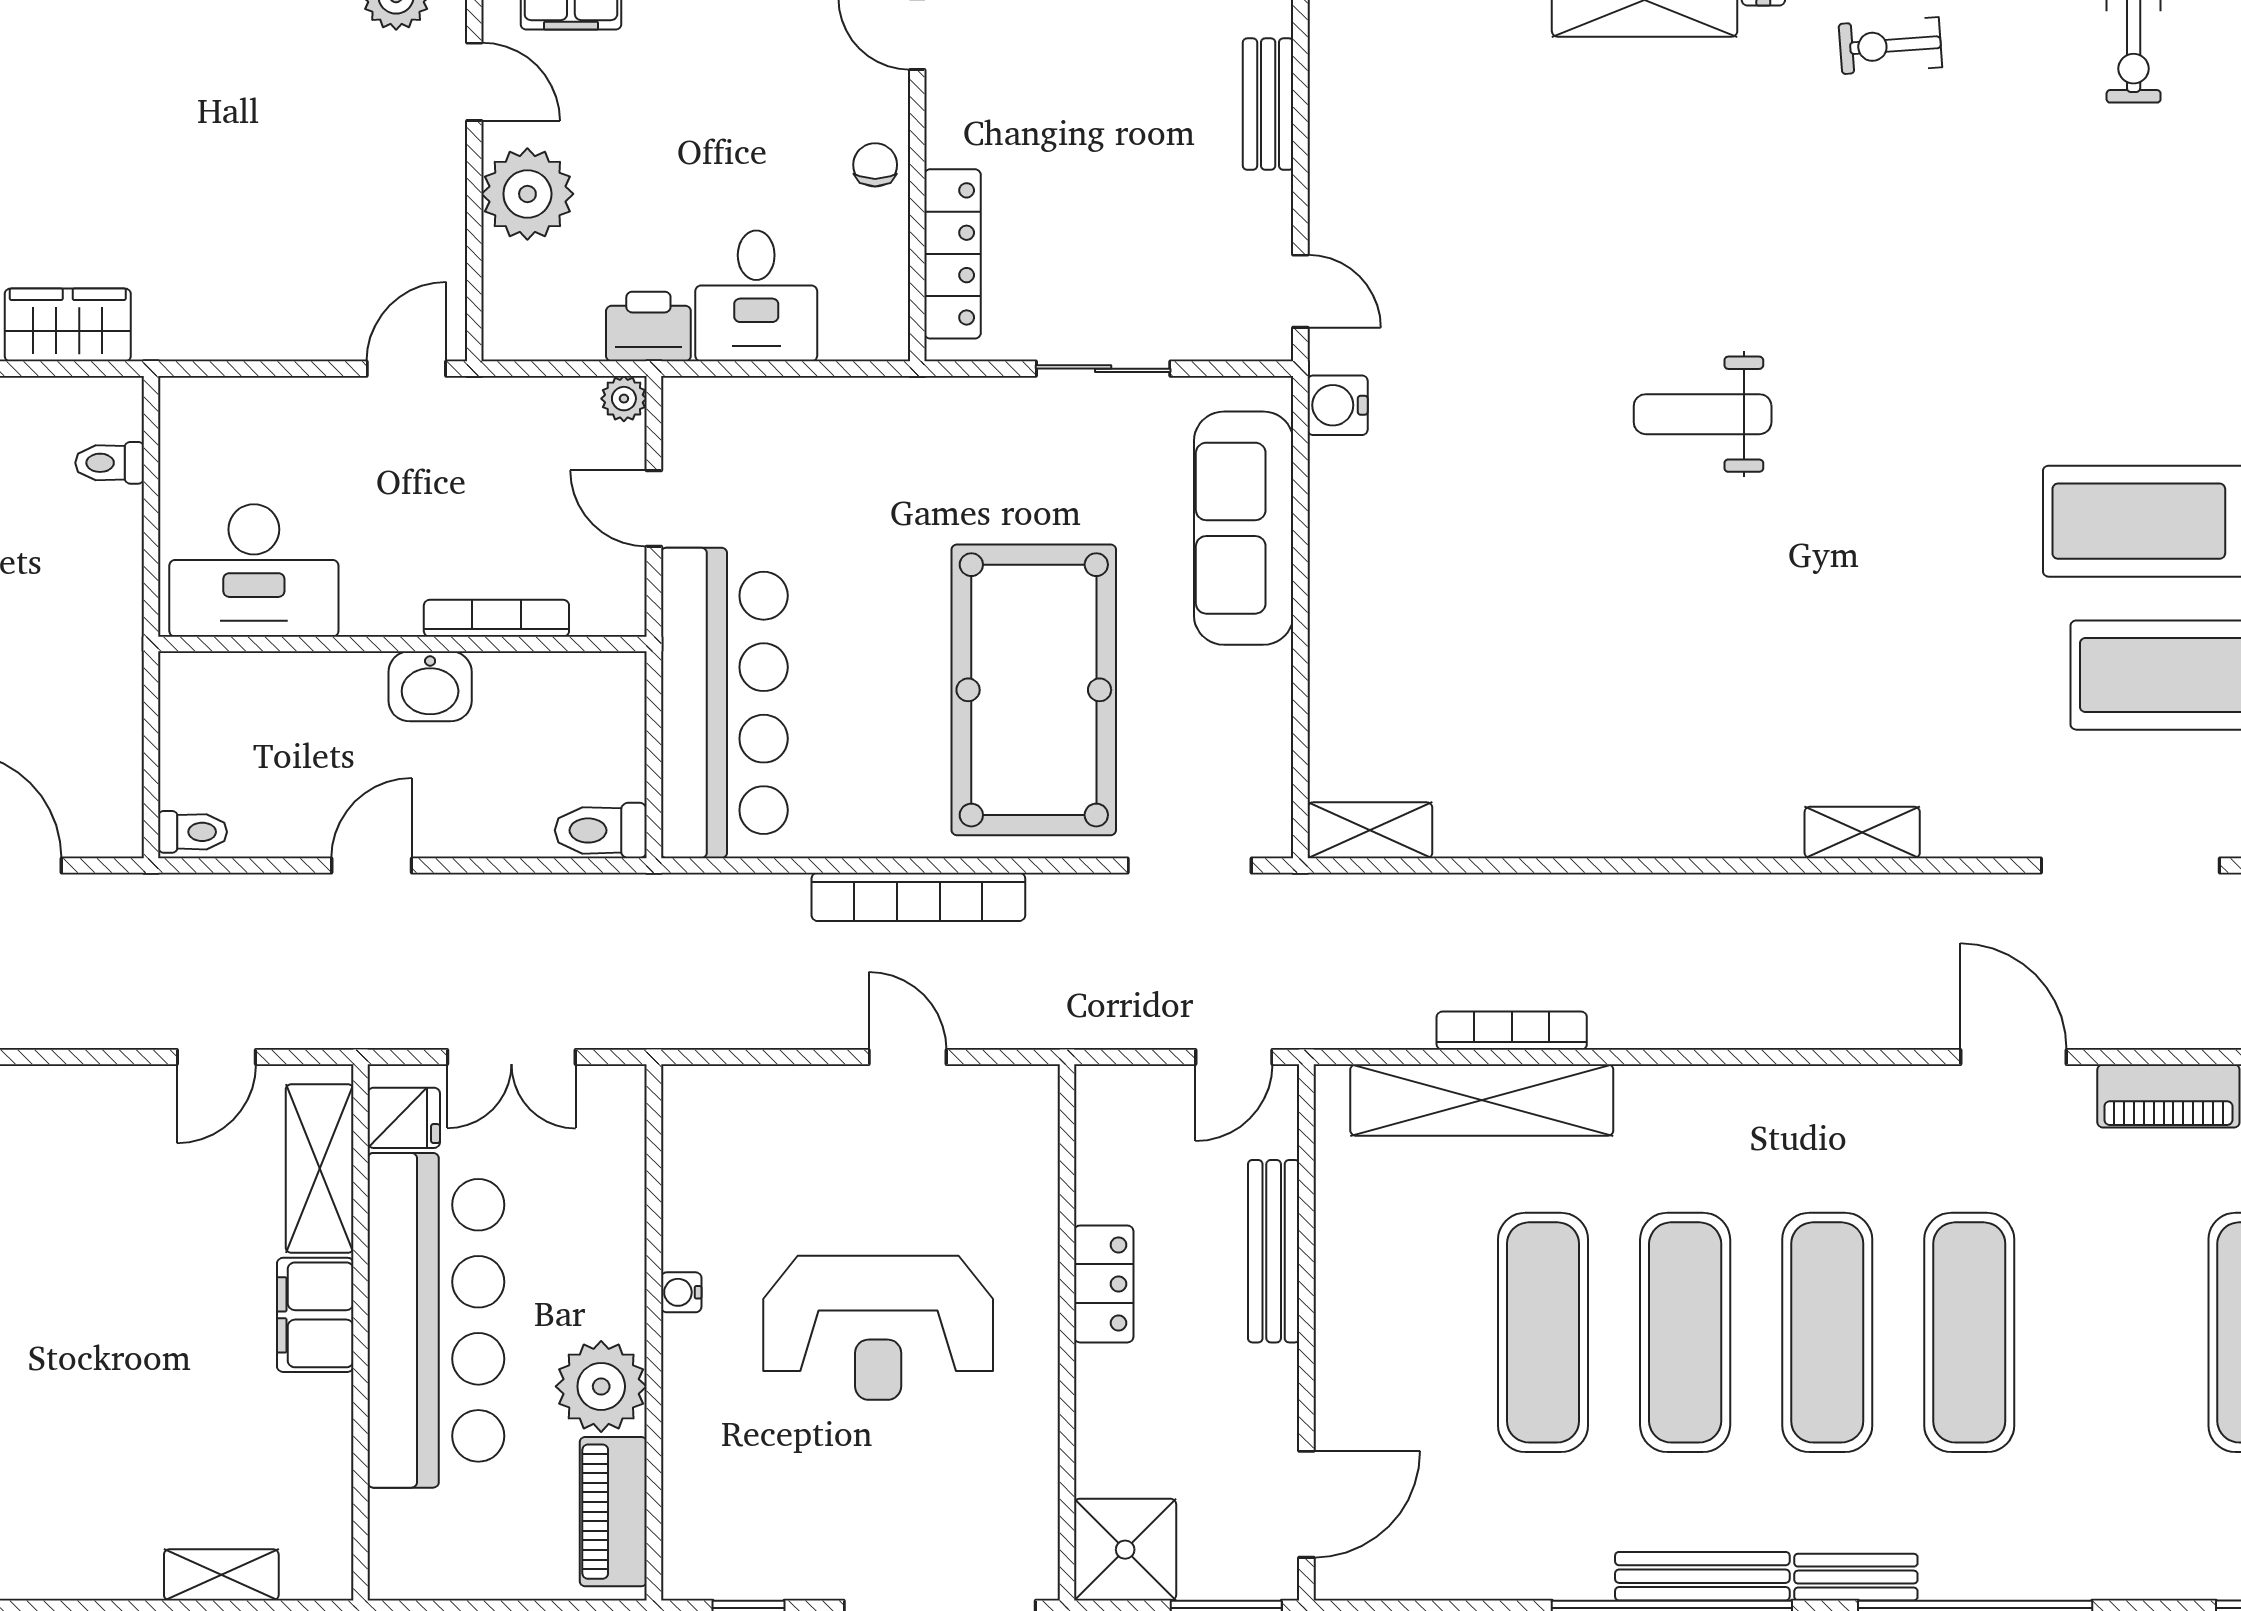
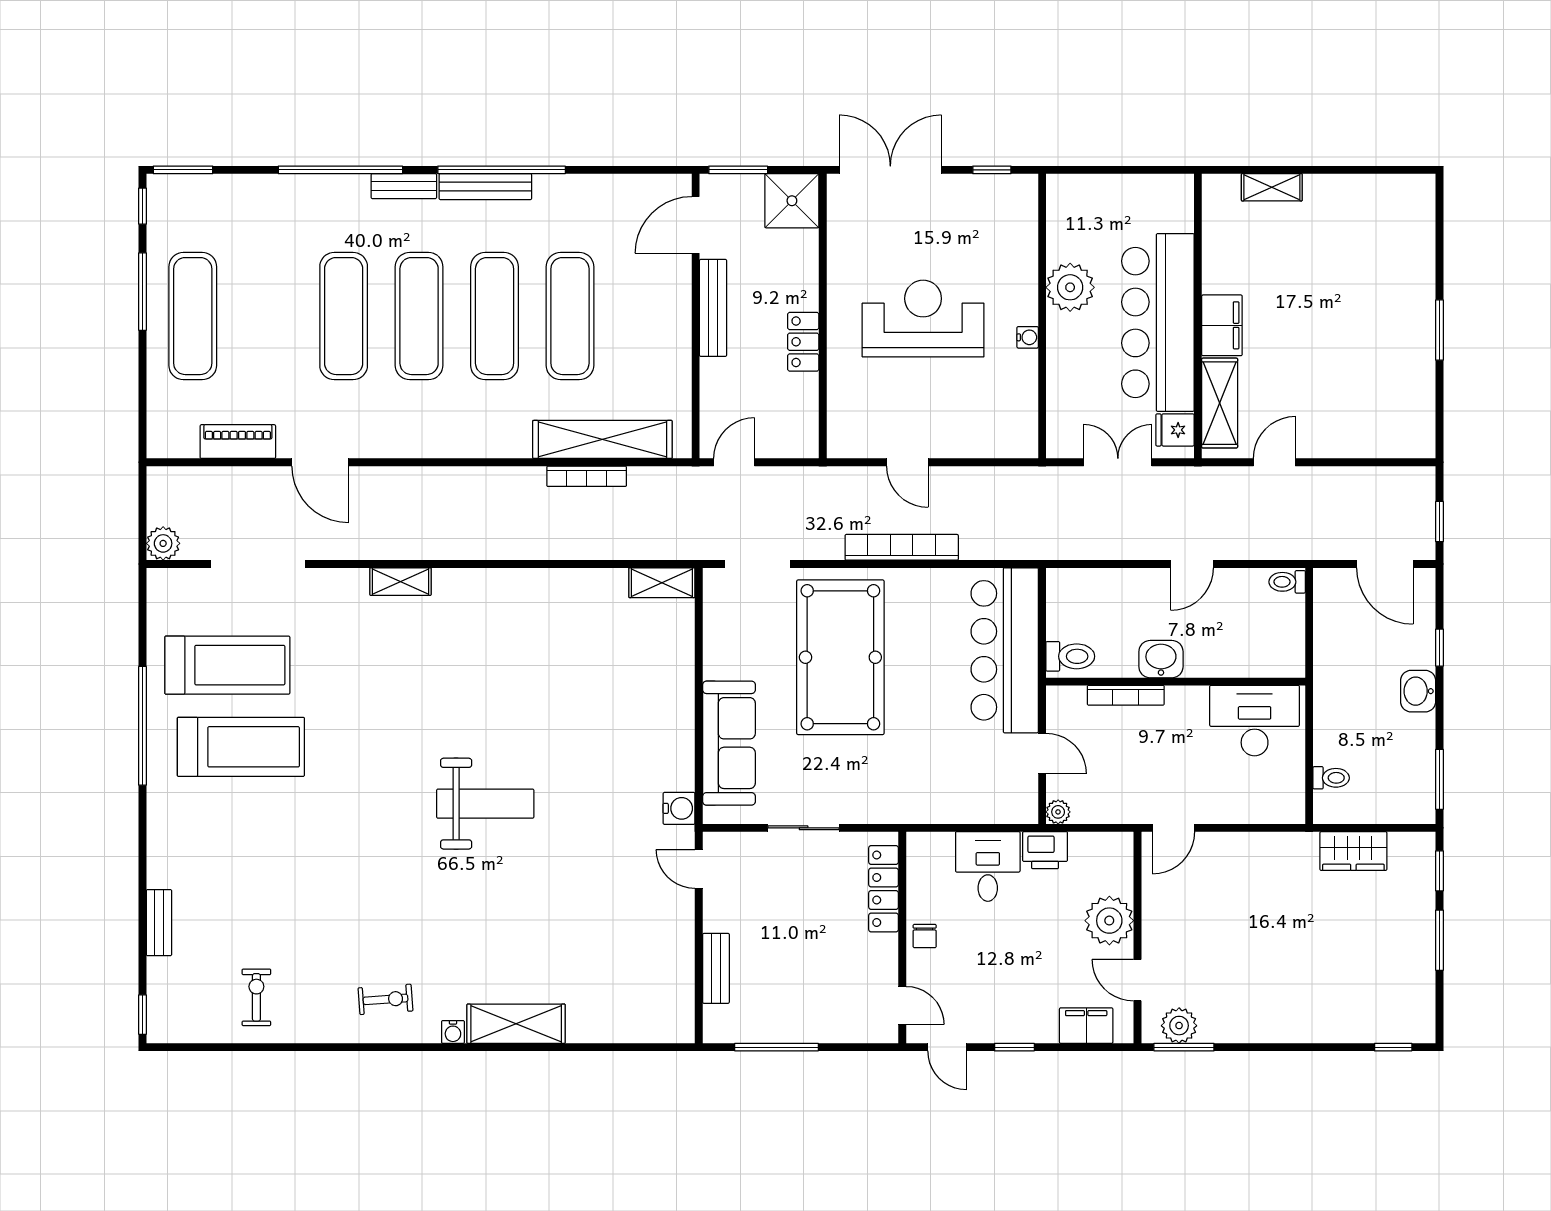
weight bench: (1703, 414) -> (485, 804), width x1.36, depth x1.33
toilet: (601, 830) -> (1070, 656), moved
bench: (1274, 1251) -> (713, 308), moved
piano: (613, 1512) -> (1064, 221), removed

